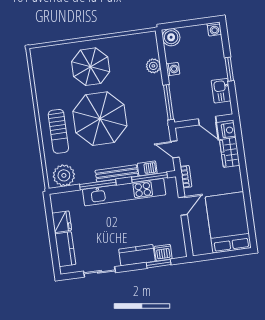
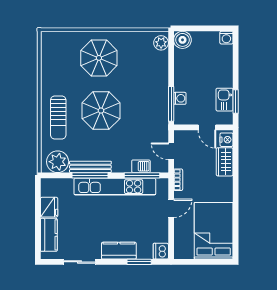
plant: (153, 66) -> (161, 43), moved
washing machine: (173, 69) -> (180, 98), moved
window: (229, 69) -> (236, 102), moved
parasol: (100, 119) -> (101, 111), width x0.73, depth x0.73
bench: (117, 173) -> (90, 167), moved
dishwasher: (163, 253) -> (161, 251), moved, turned -90

